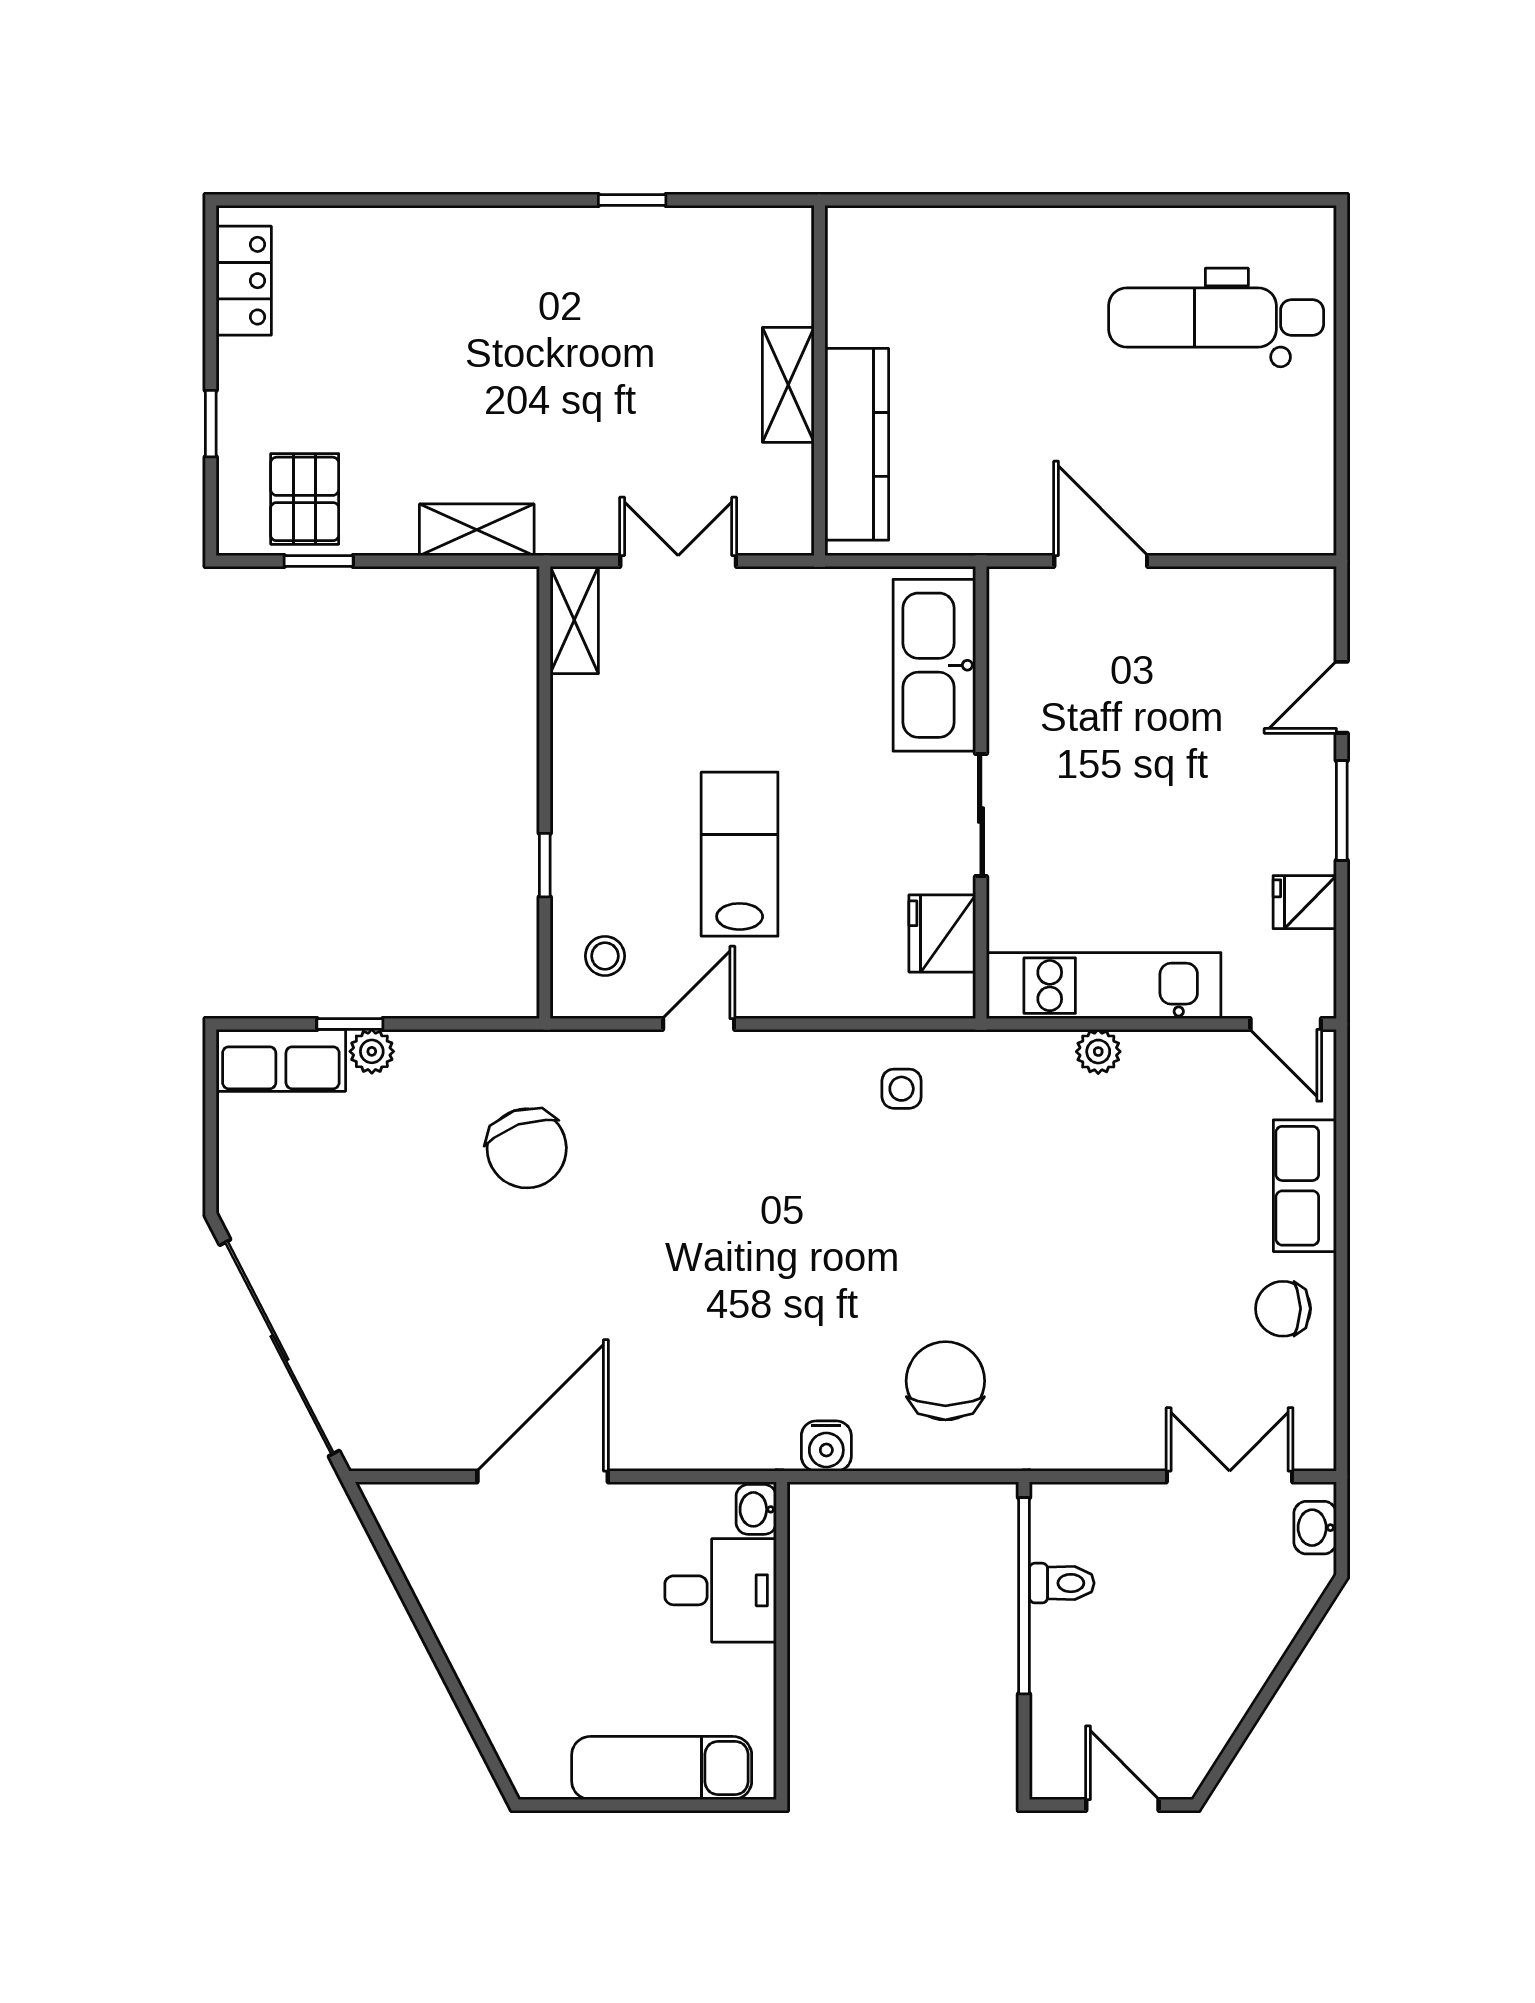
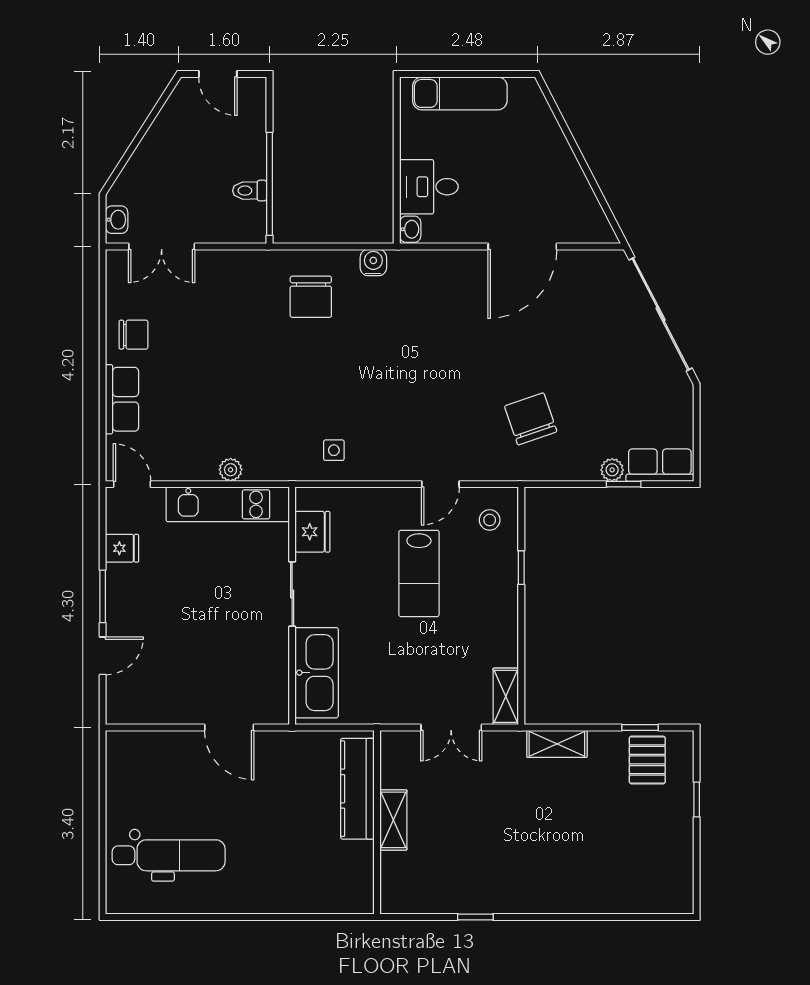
locker: (244, 281) -> (679, 875), removed

